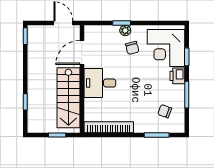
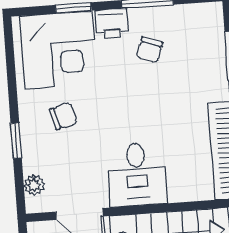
plant: (125, 30) -> (34, 185), moved
chair: (165, 111) -> (149, 50), moved

